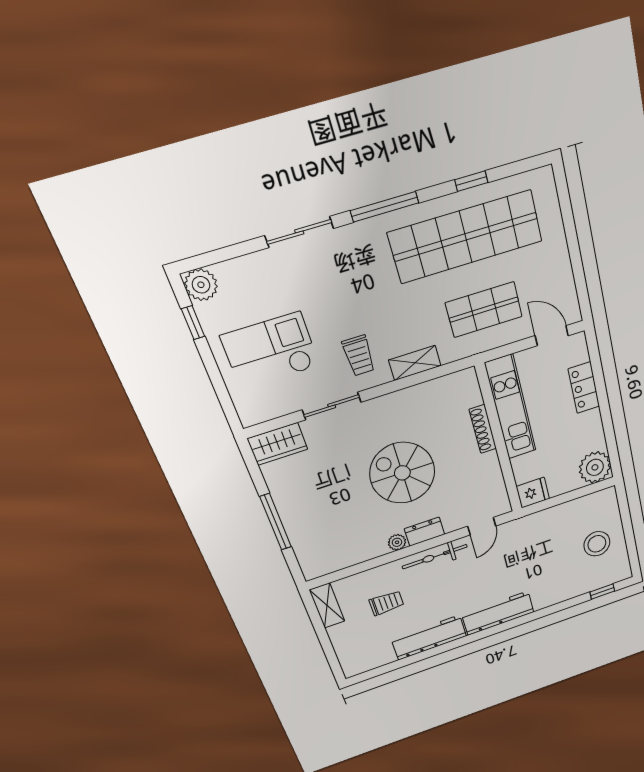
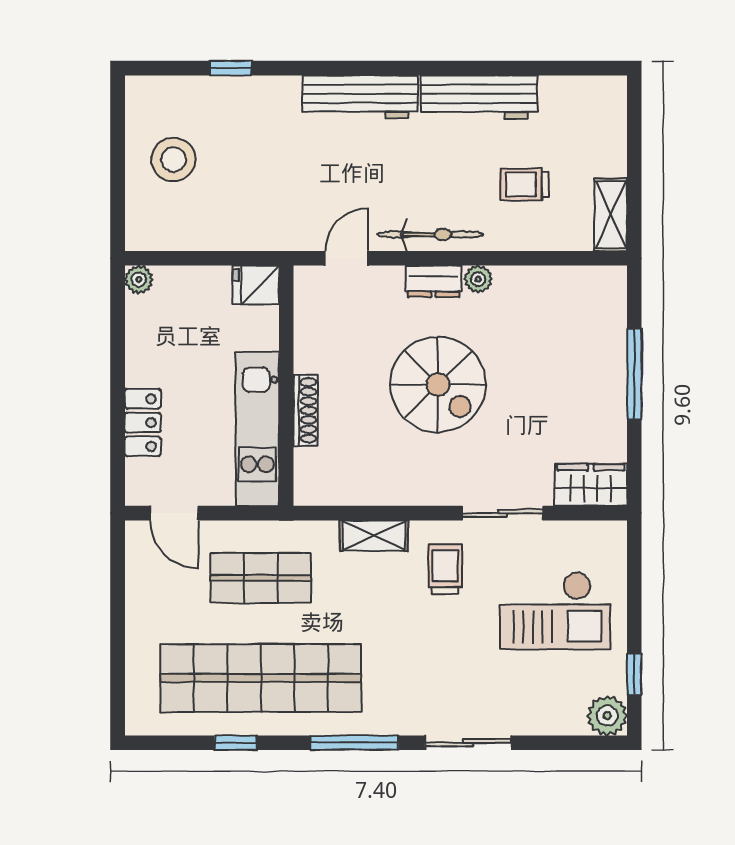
plant: (595, 467) -> (139, 279), width x0.53, depth x0.53
window: (602, 591) -> (231, 68), moved

